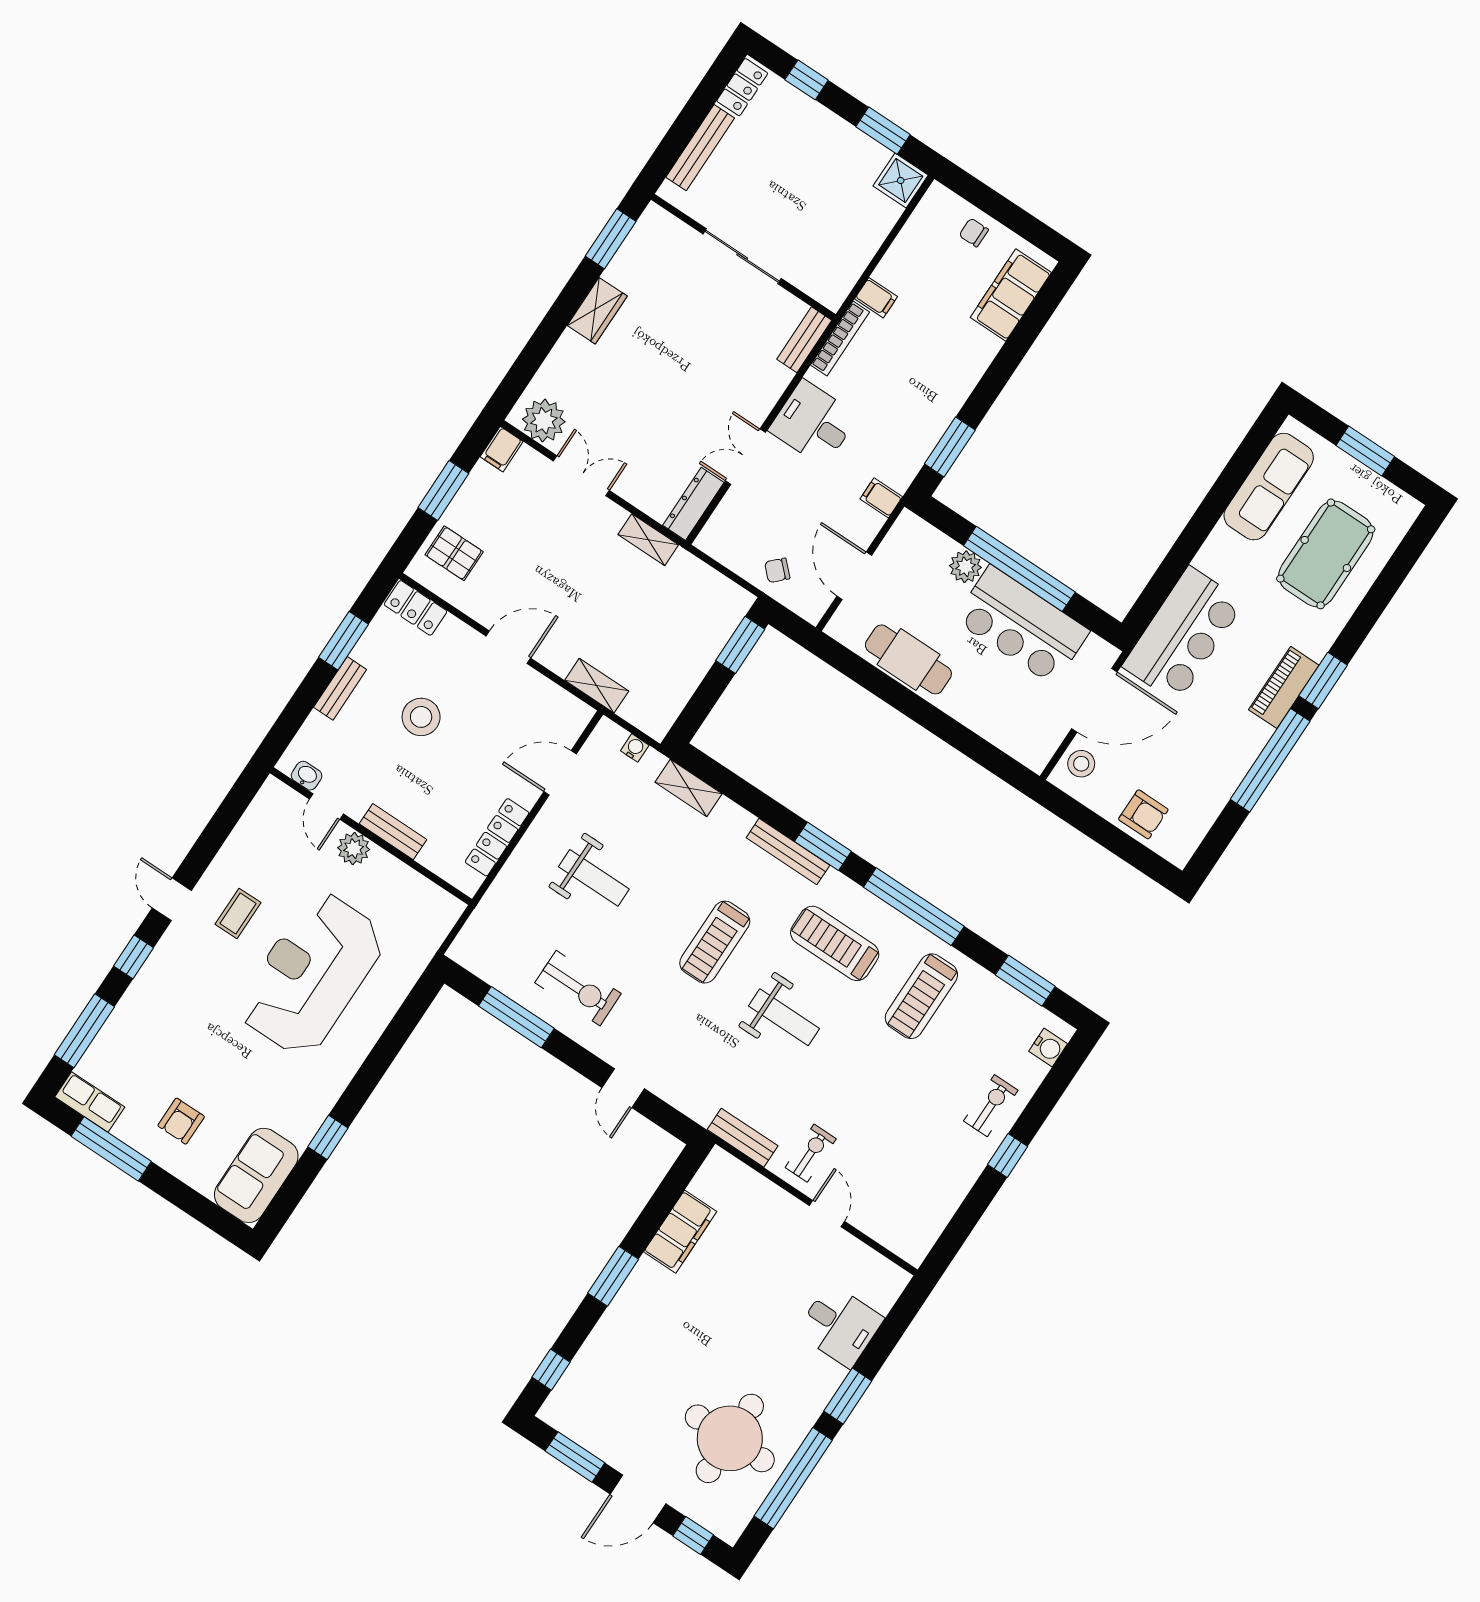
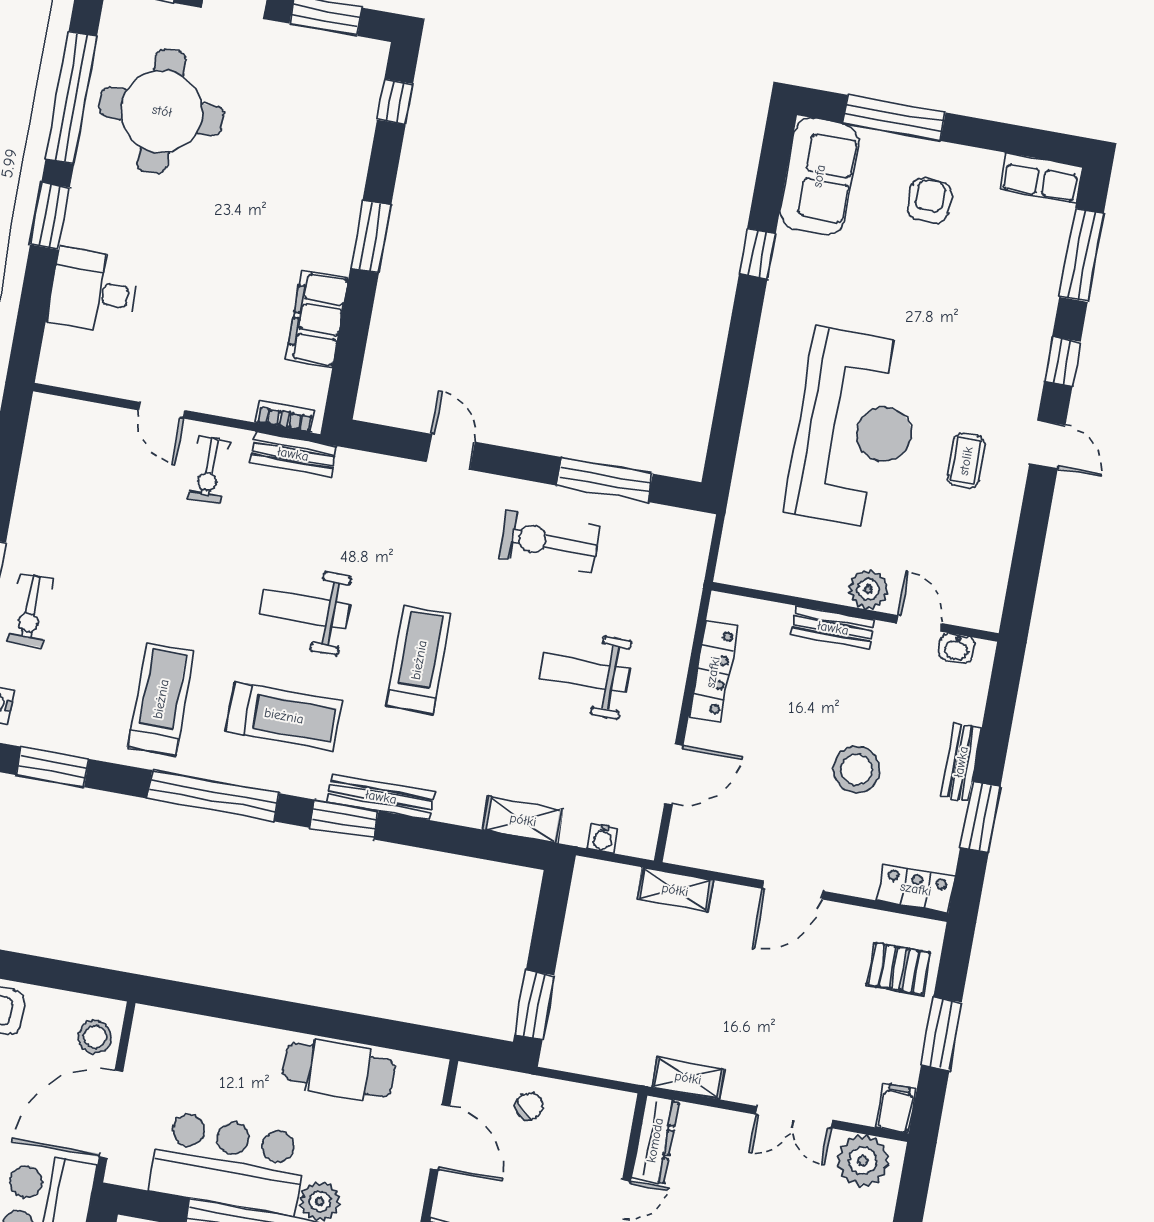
window: (111, 1149) -> (894, 118), moved
bookcase: (736, 1169) -> (285, 417), added

